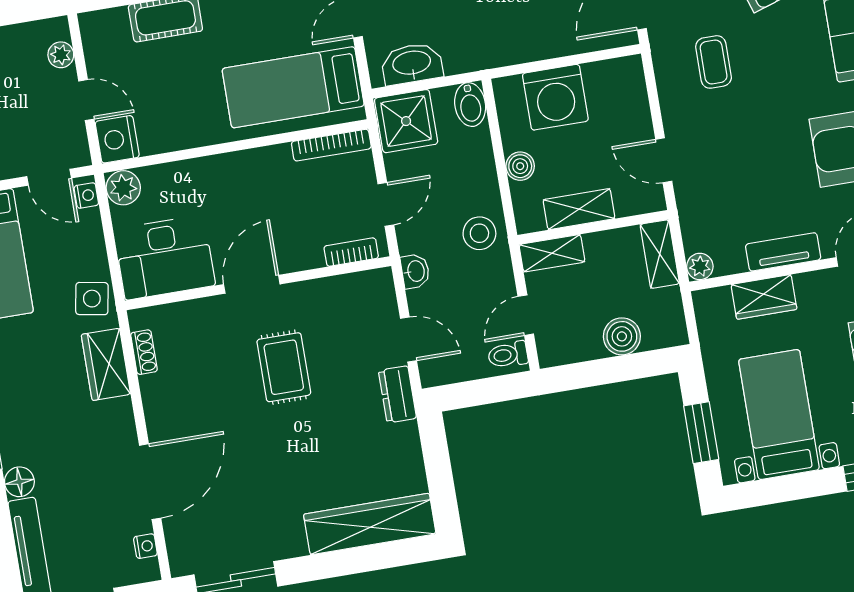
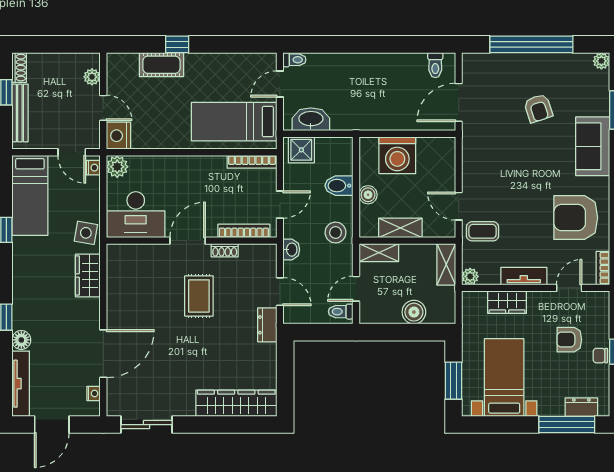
coffee table: (714, 62) -> (483, 231), moved, turned 90
bidet: (470, 105) -> (339, 186), moved, turned 90
shower: (406, 121) -> (301, 150), width x0.73, depth x0.73
bookcase: (351, 252) -> (244, 231), width x1.56
shoe rack: (144, 352) -> (225, 250), moved, turned 90

